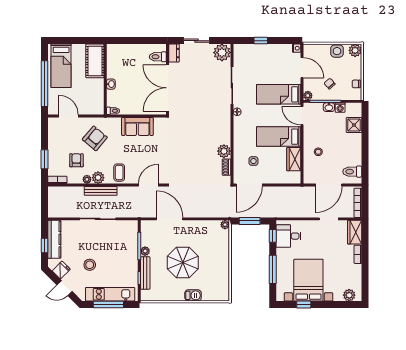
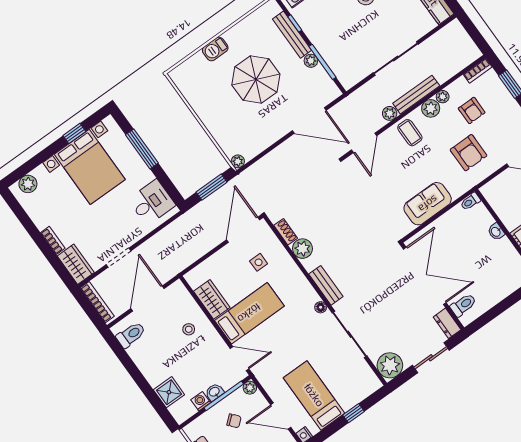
bed: (279, 94) -> (314, 395), moved, turned -90
bench: (226, 122) -> (326, 285), added
armchair: (95, 138) -> (469, 153), turned -40
plant: (123, 191) -> (390, 113), added
window: (273, 236) -> (171, 189), removed

